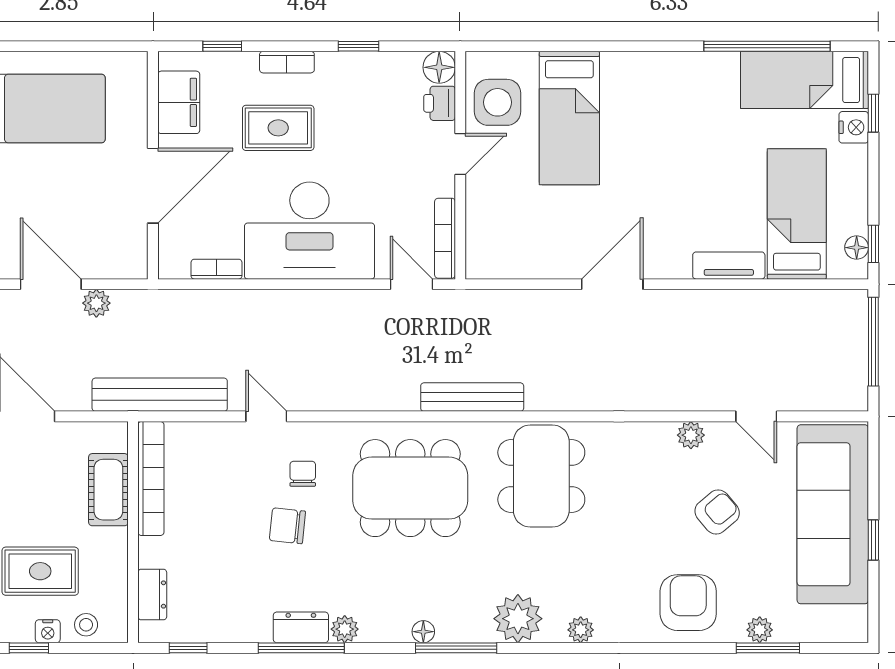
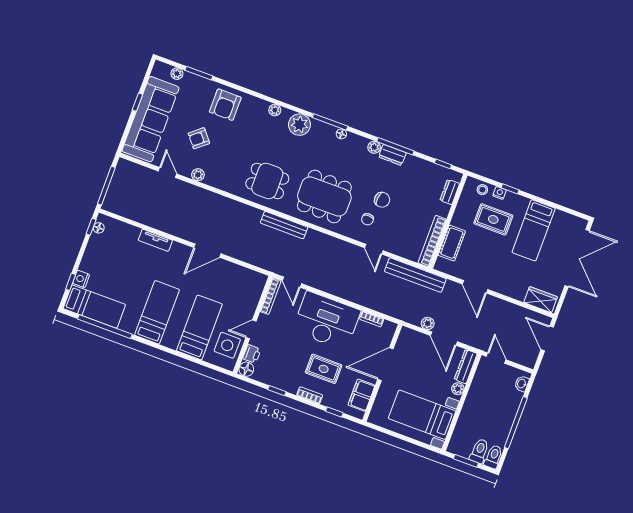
bed: (797, 214) -> (157, 312), moved, turned 180
dining table: (541, 476) -> (267, 181), width x0.73
plant: (760, 630) -> (177, 74), moved

